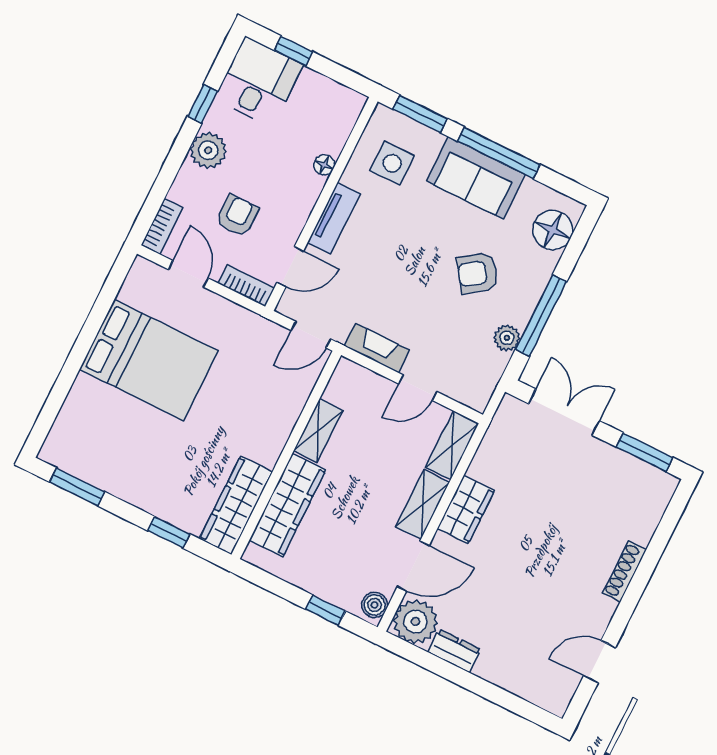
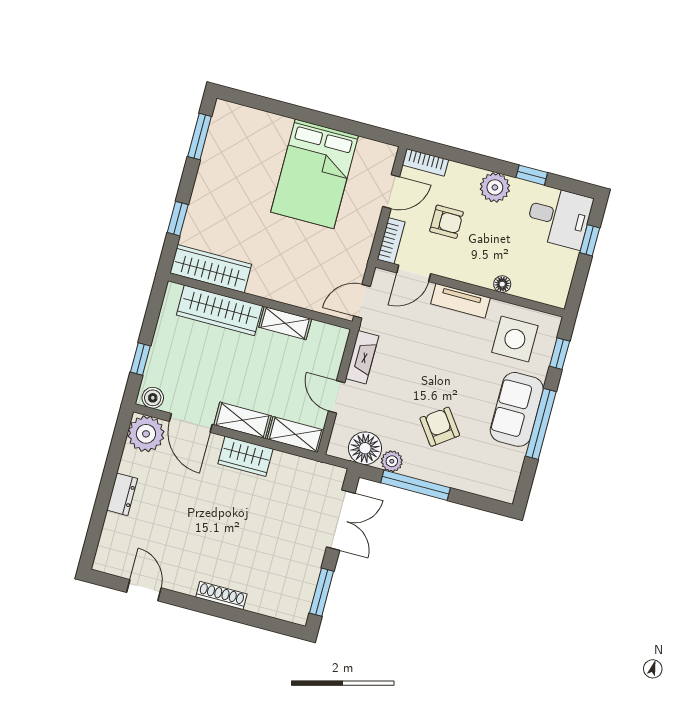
window: (420, 114) -> (560, 354), width x0.67
side table: (392, 163) -> (515, 339), width x1.37, depth x1.37
floor lamp: (553, 230) -> (365, 448), moved
door: (290, 267) -> (414, 273), hinge flipped
door: (311, 335) -> (362, 301), hinge flipped
dresser: (454, 651) -> (122, 494), moved

